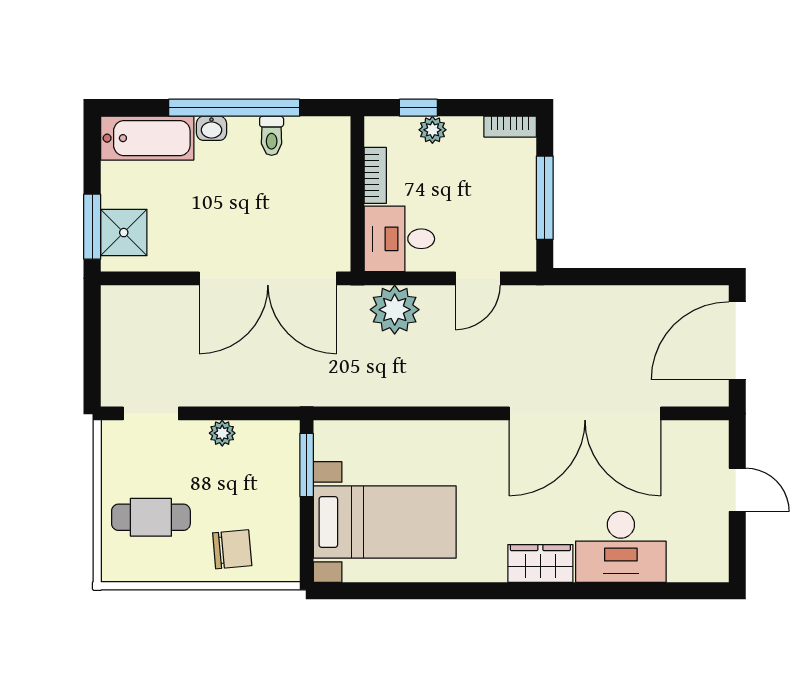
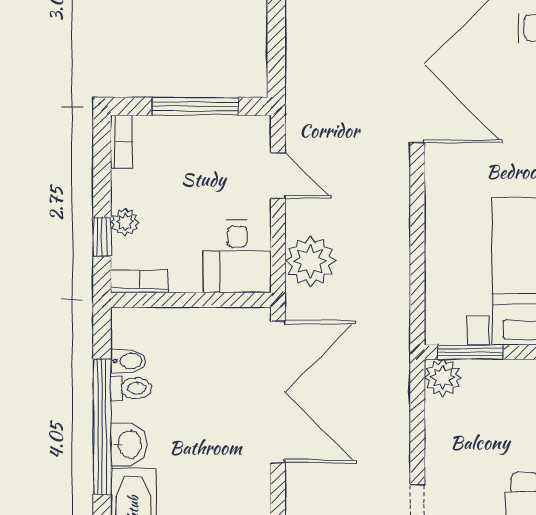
washbasin: (211, 128) -> (129, 444), width x1.38, depth x1.45
bidet: (298, 133) -> (128, 361), added
bookcase: (375, 175) -> (140, 281), moved
plant: (222, 433) -> (443, 378), moved, width x1.38, depth x1.38

